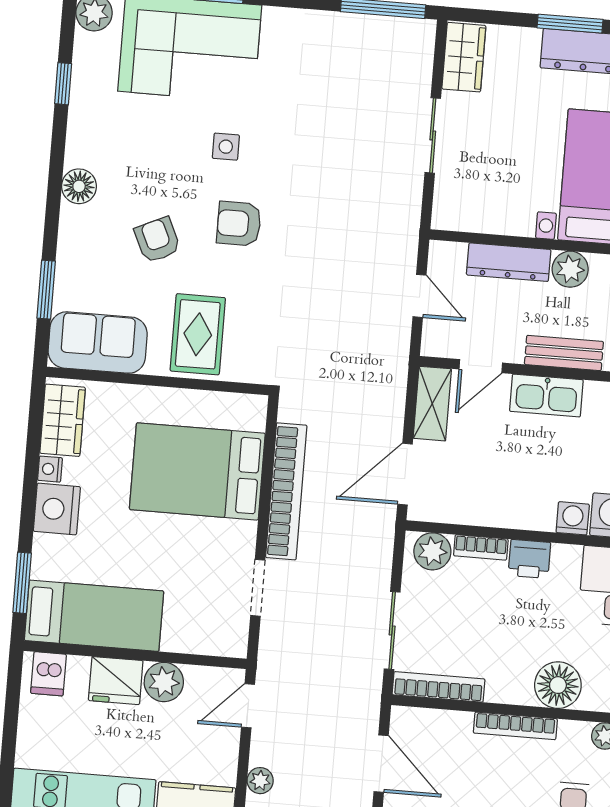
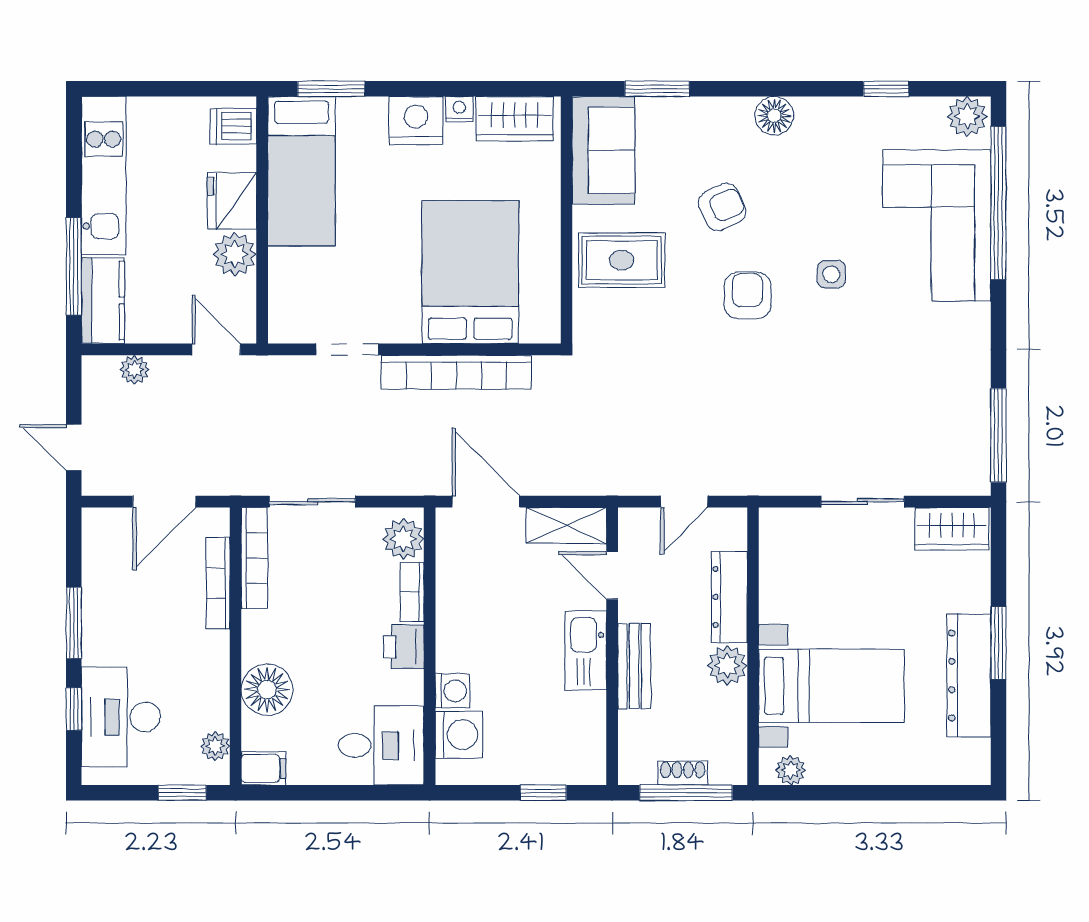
bookcase: (515, 726) -> (218, 583), moved

